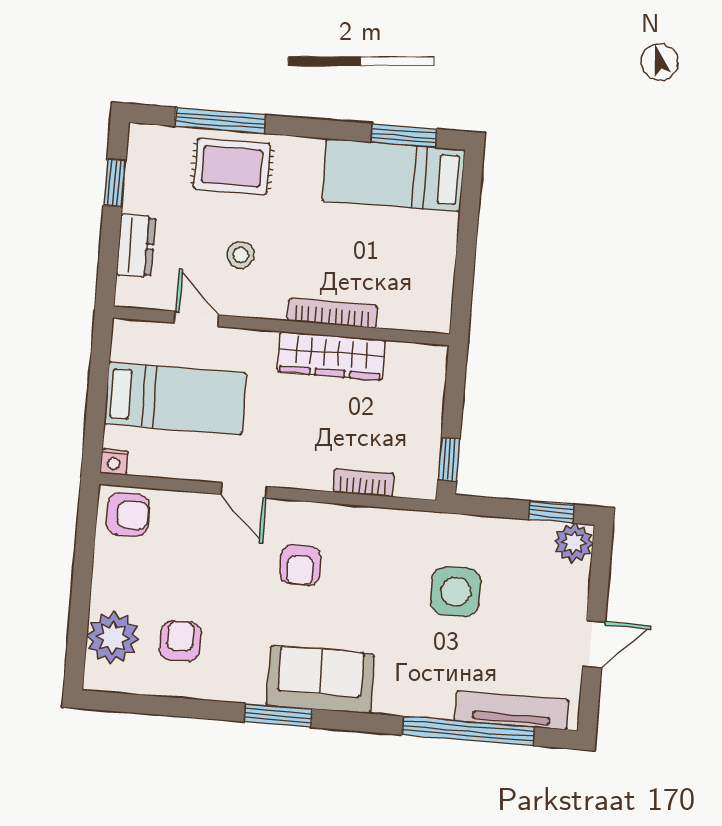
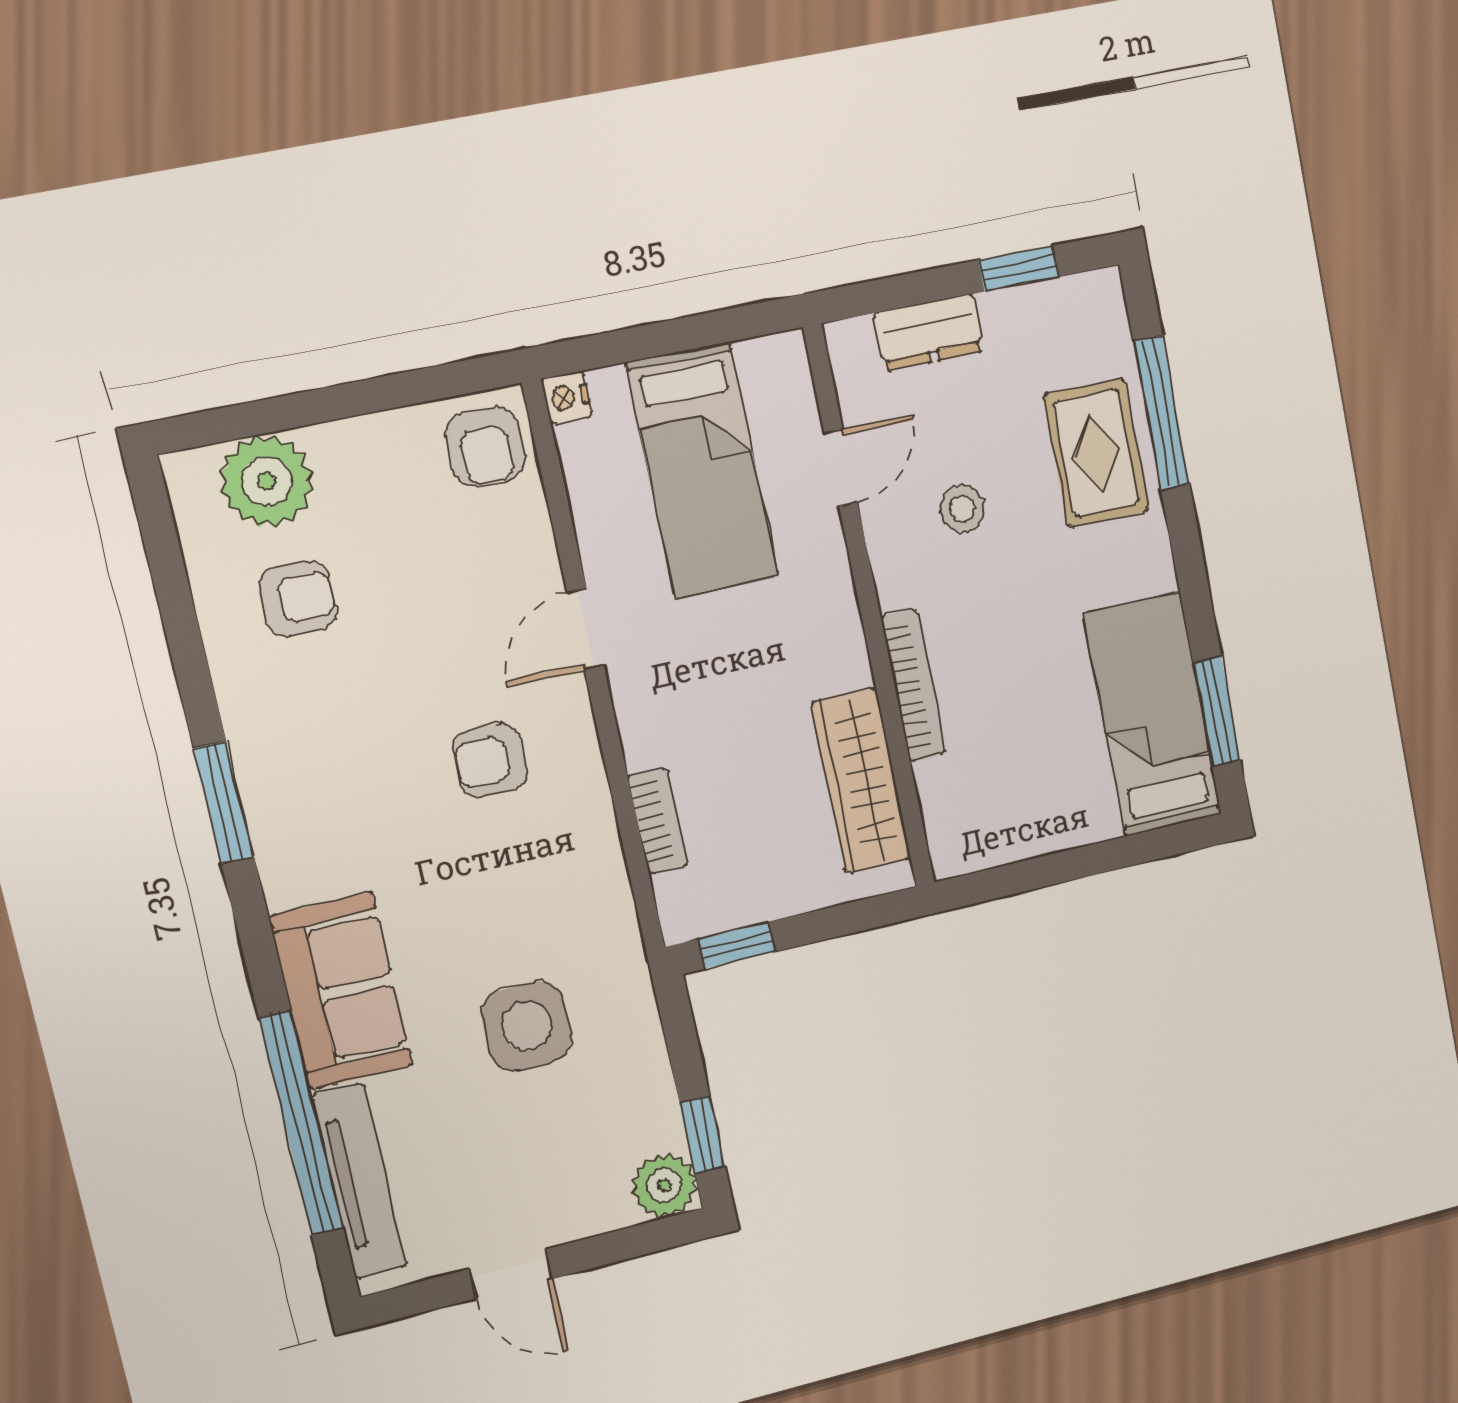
wardrobe: (331, 356) -> (861, 781), moved
sofa: (320, 680) -> (341, 991), moved

